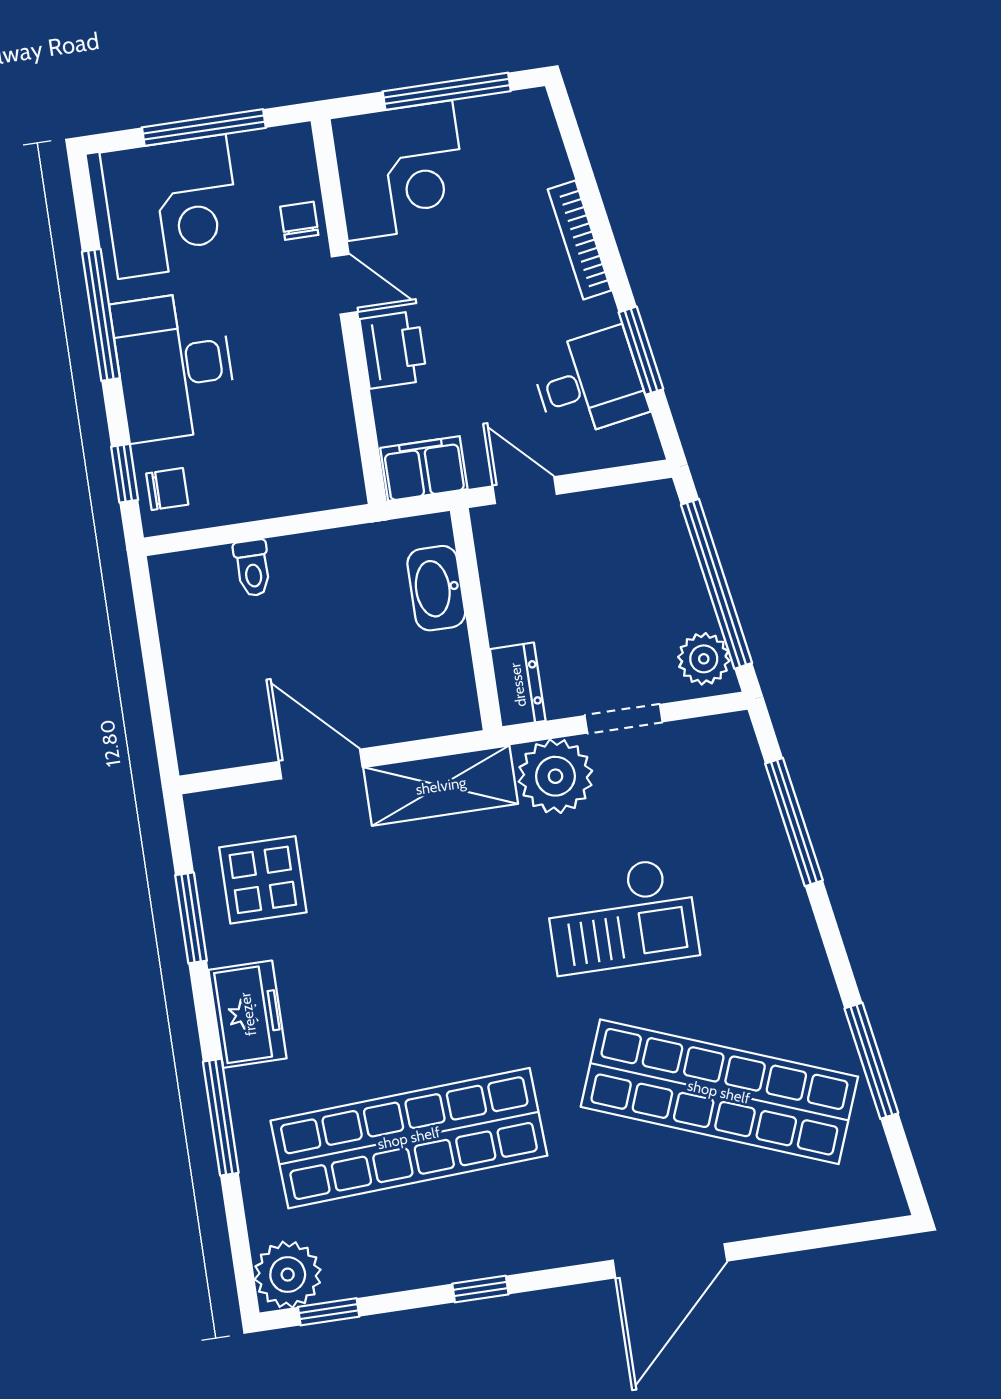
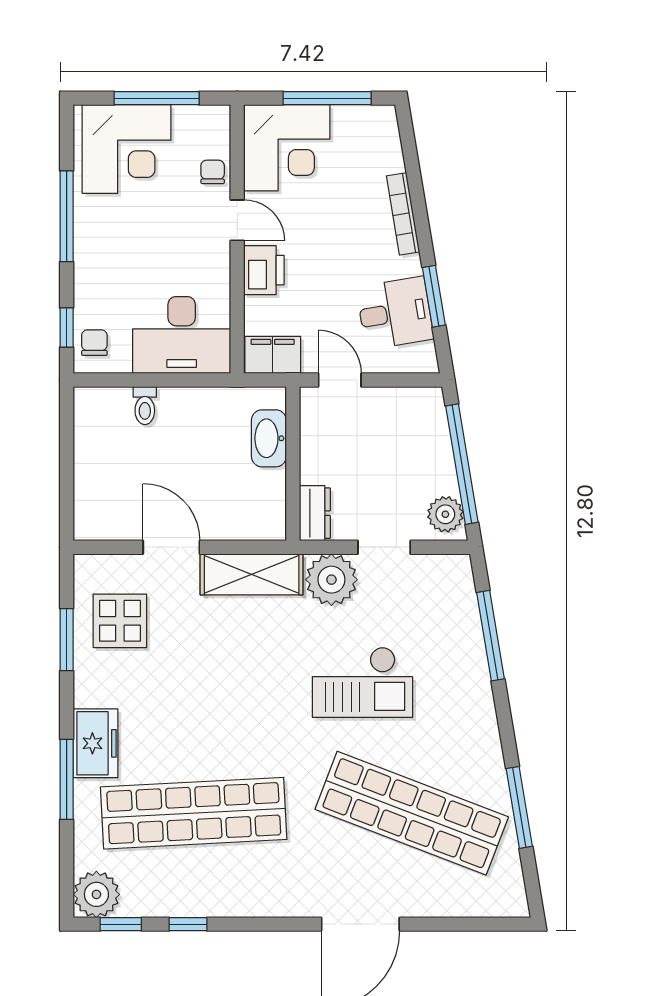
desk: (174, 366) -> (182, 335), moved, turned -90
chair: (167, 489) -> (94, 343), turned -90
freezer: (248, 1014) -> (96, 743), moved
window: (480, 1289) -> (188, 924), moved

